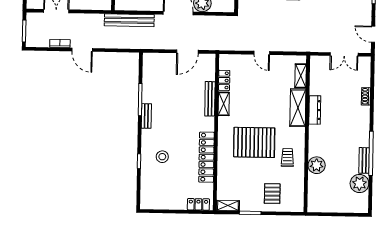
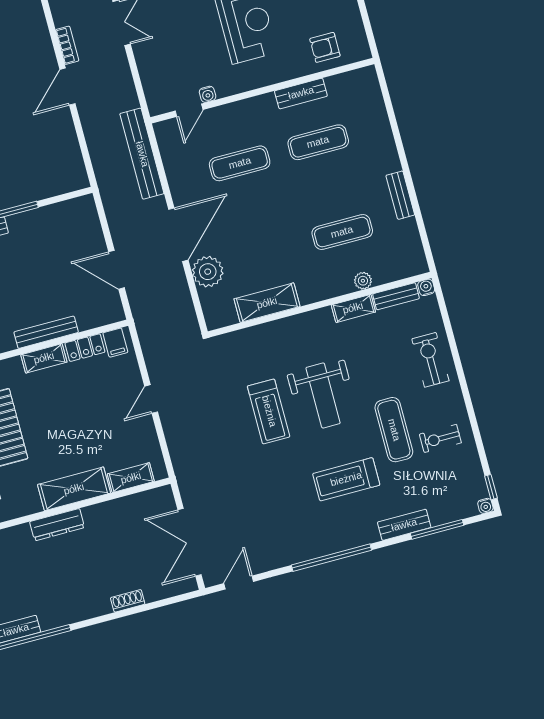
double door: (344, 54) -> (189, 542), width x1.37
filing cabinet: (226, 63) -> (115, 343), added
dresser: (315, 110) -> (57, 525), moved

